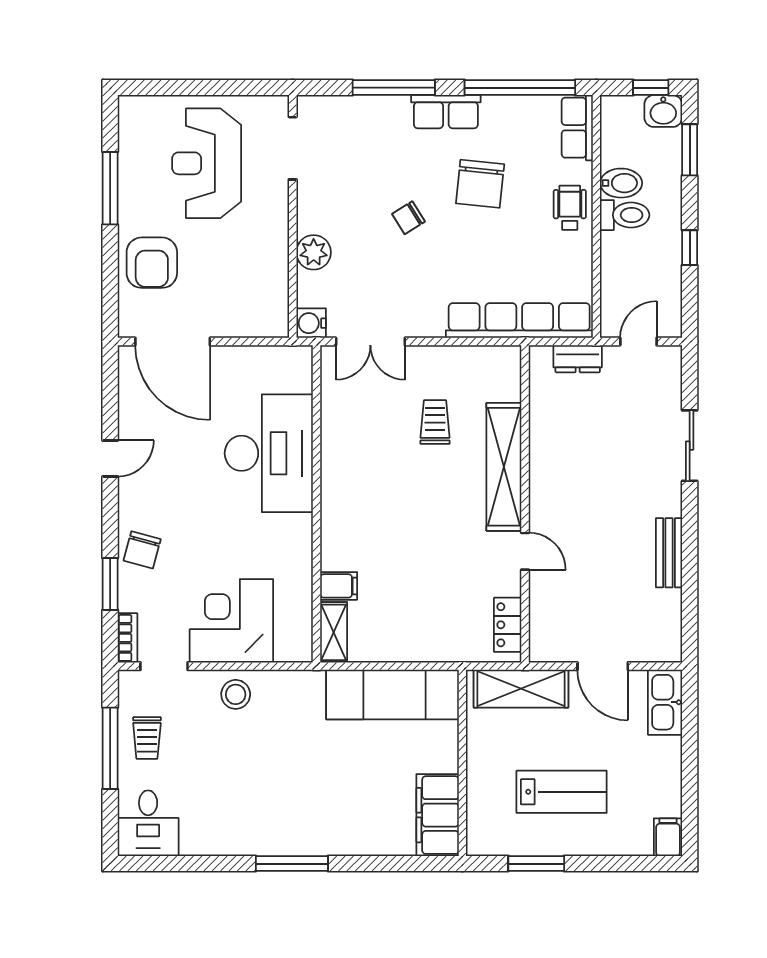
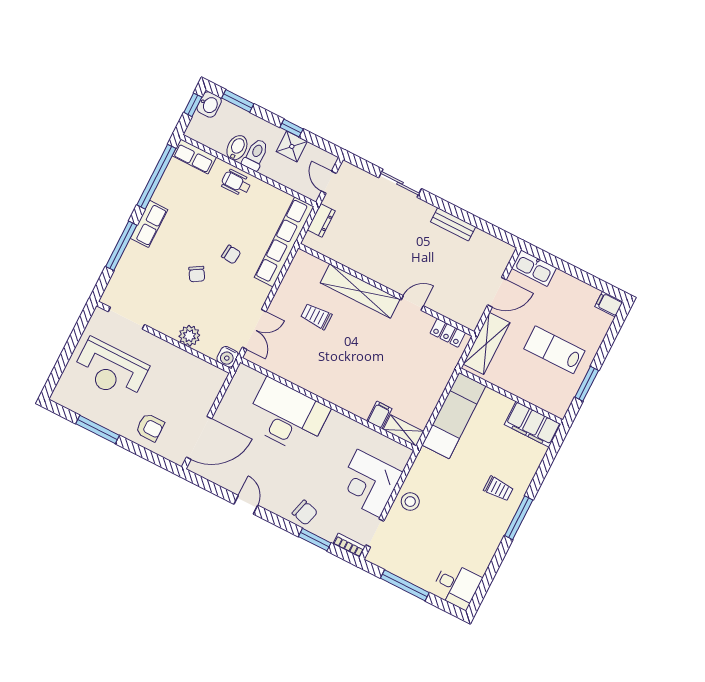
chair: (480, 184) -> (231, 255), moved, width x0.54, depth x0.54
shower: (663, 262) -> (292, 146), added
armchair: (152, 263) -> (150, 427), width x0.72, depth x0.72
trolley: (147, 738) -> (498, 489), moved
lab bench: (562, 792) -> (554, 350), turned -90

